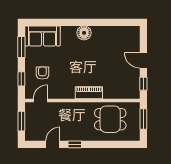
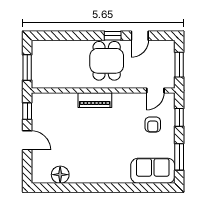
floor lamp: (84, 33) -> (60, 175), moved
dining table: (110, 119) -> (107, 61), moved, turned 90

